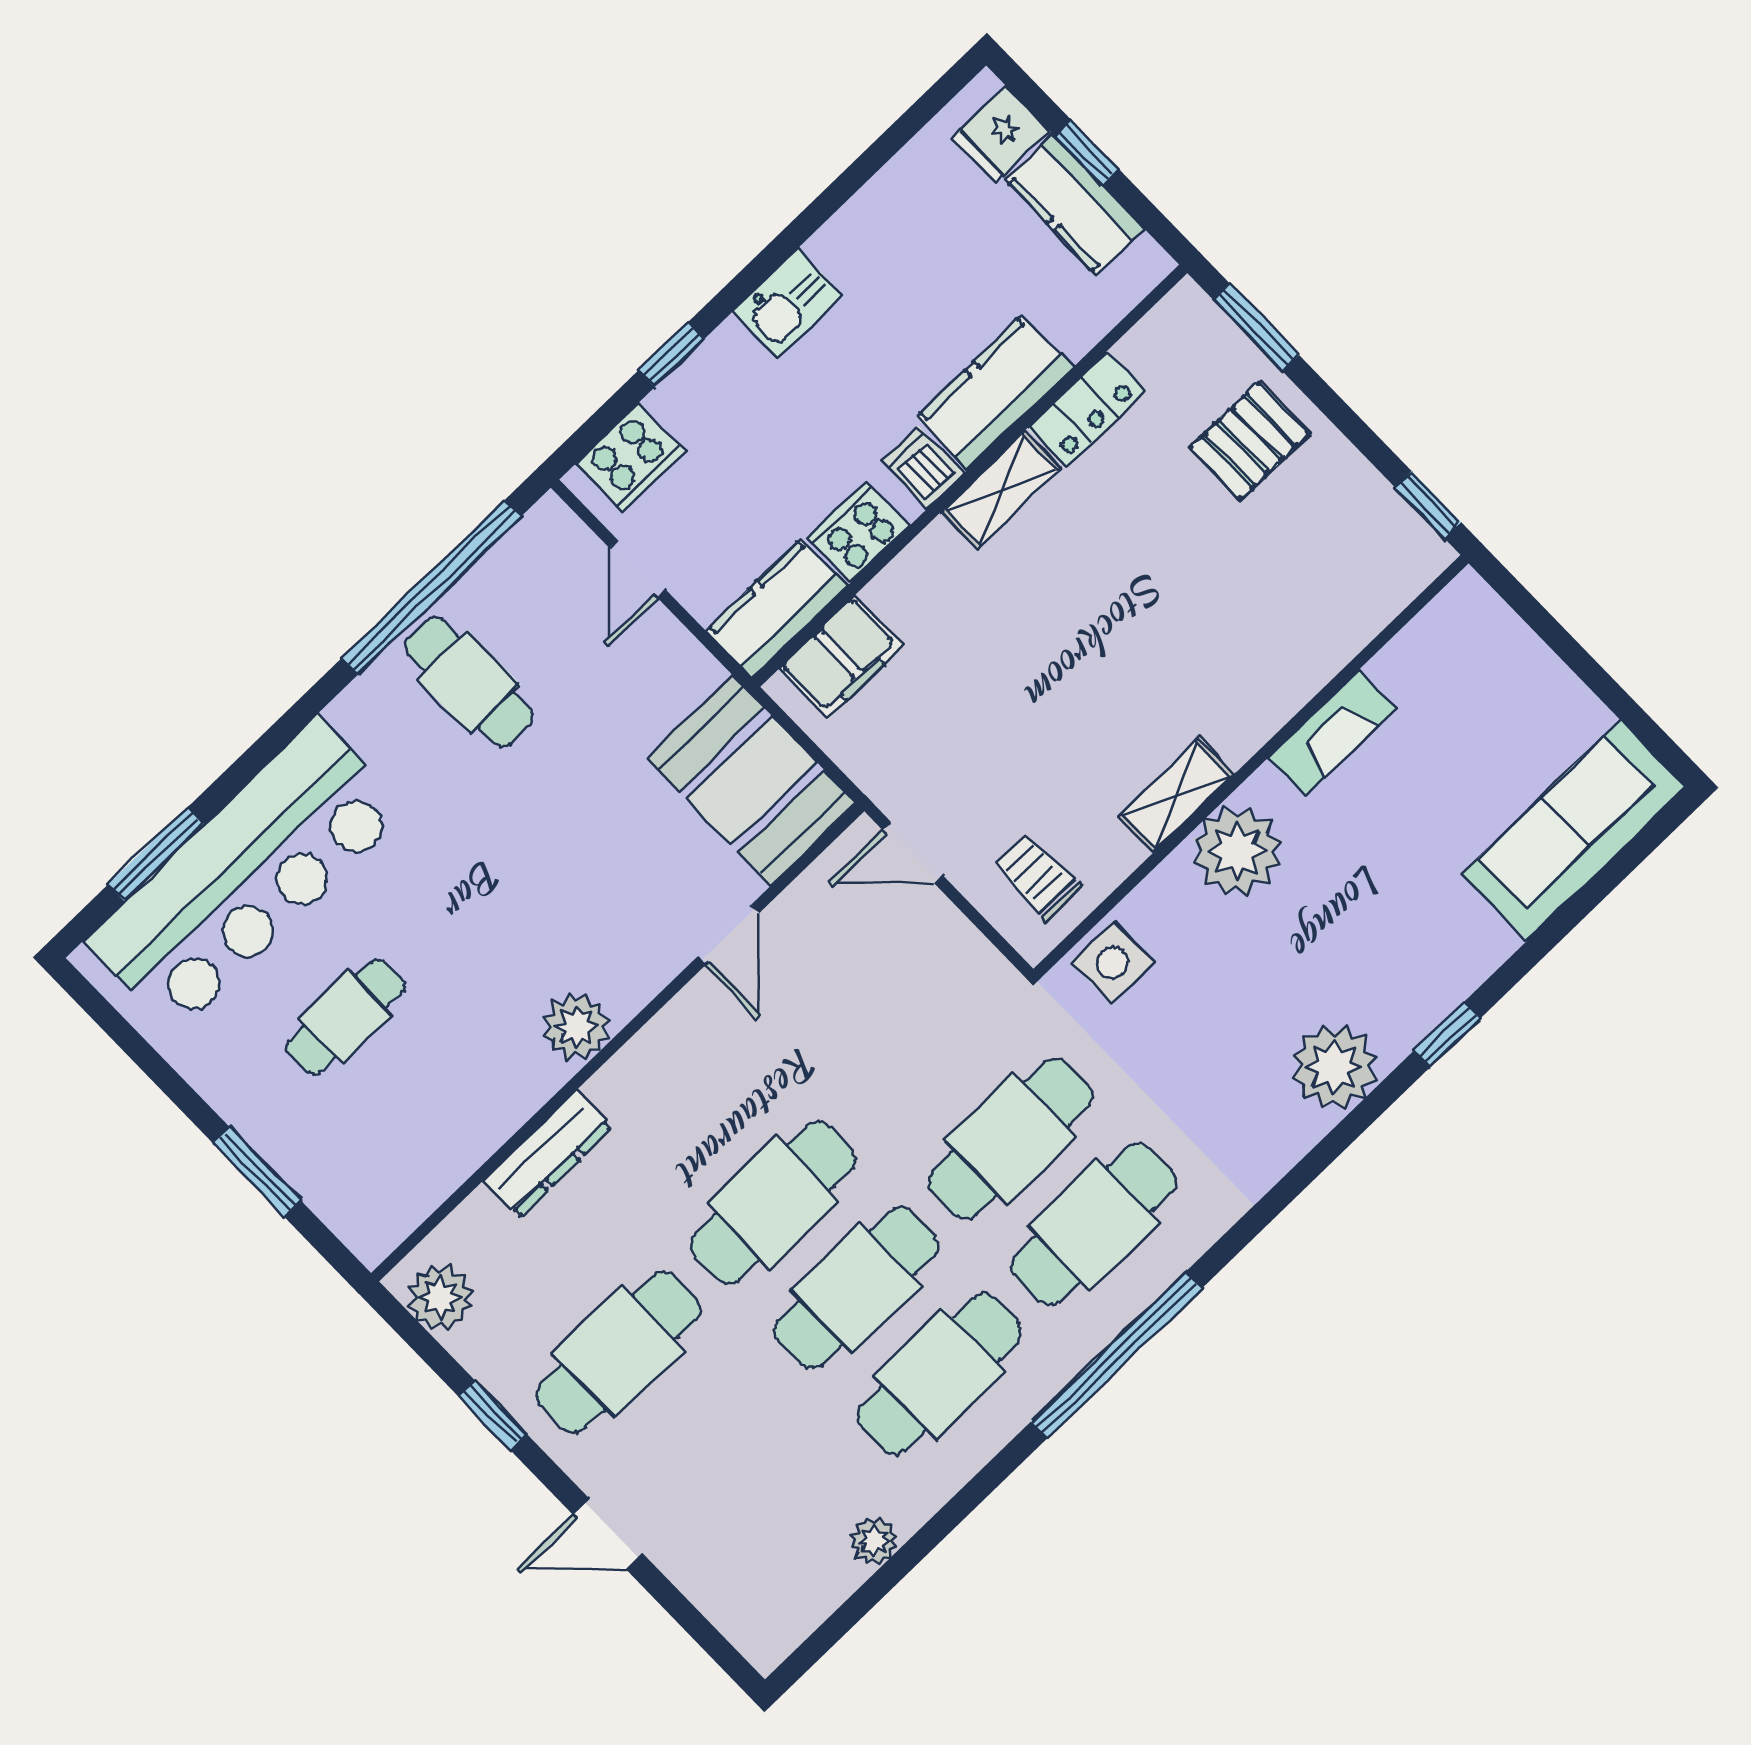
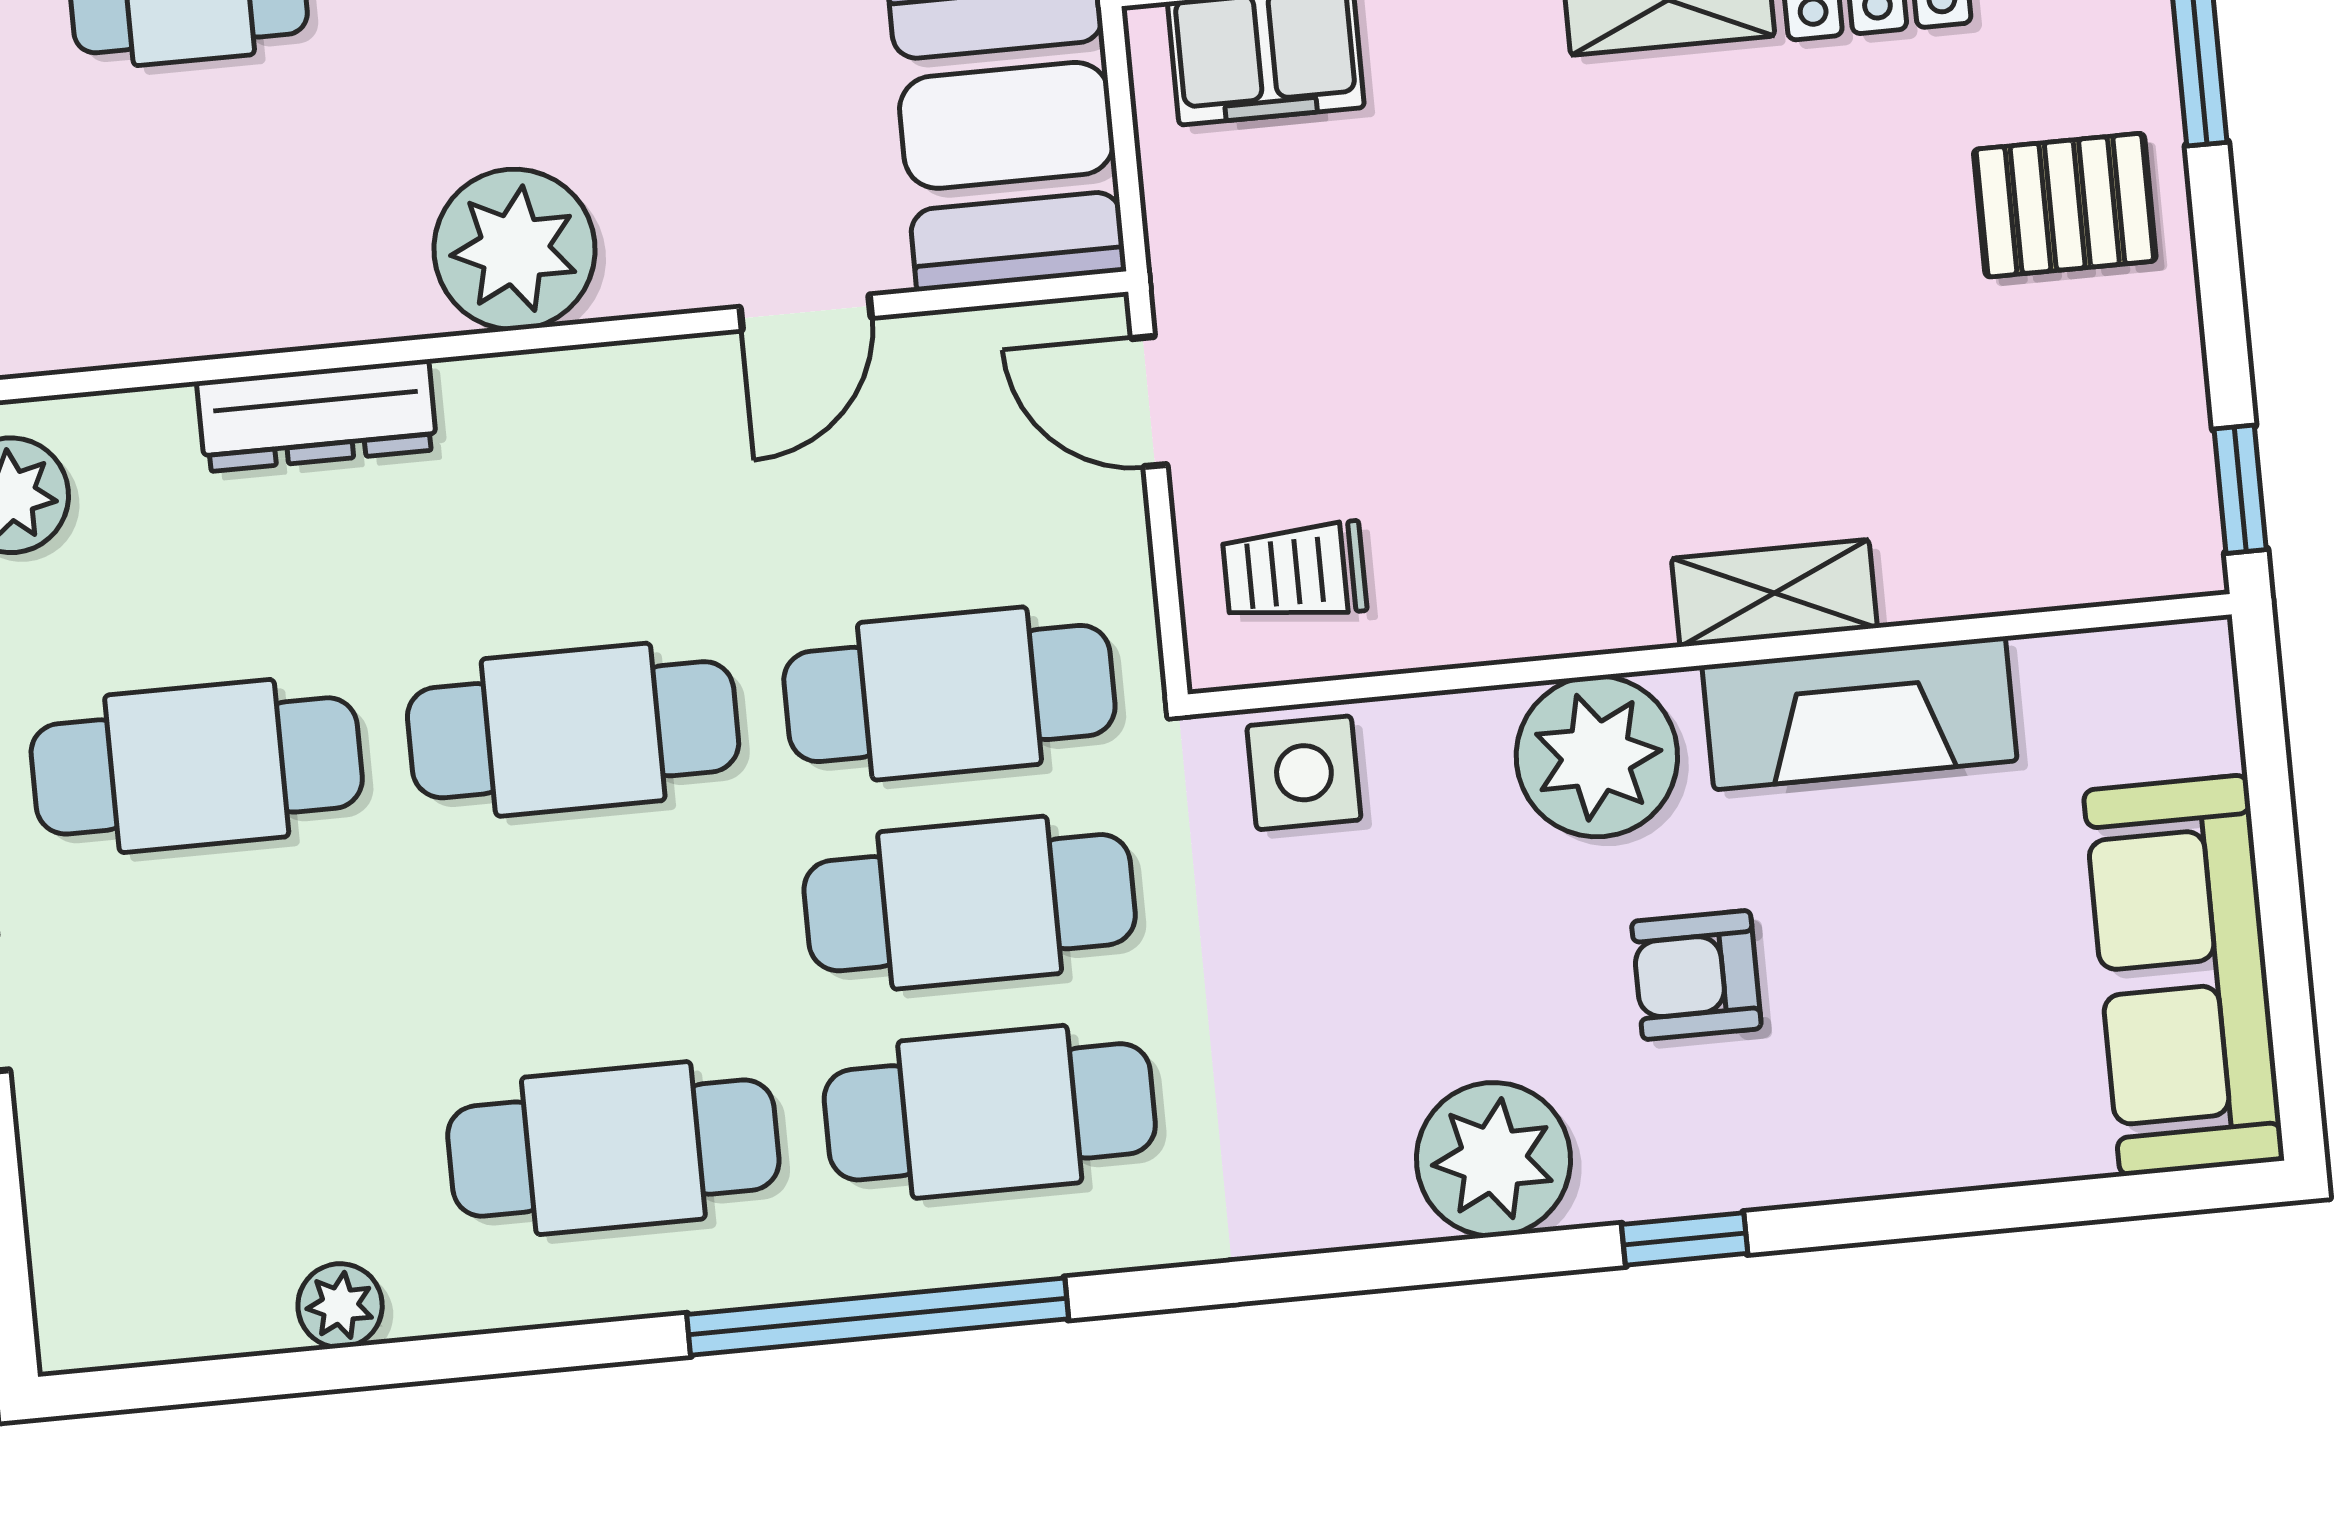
fireplace: (1332, 733) -> (1860, 713), width x1.37, depth x1.32
shelving: (1176, 795) -> (1774, 593), moved
sofa: (1574, 830) -> (2184, 975), moved, turned -90
trolley: (1037, 877) -> (1294, 572), turned -90
armchair: (1359, 913) -> (1696, 975), added
plant: (577, 1027) -> (514, 249), width x1.36, depth x1.36
cafe table: (856, 1288) -> (949, 693), moved

